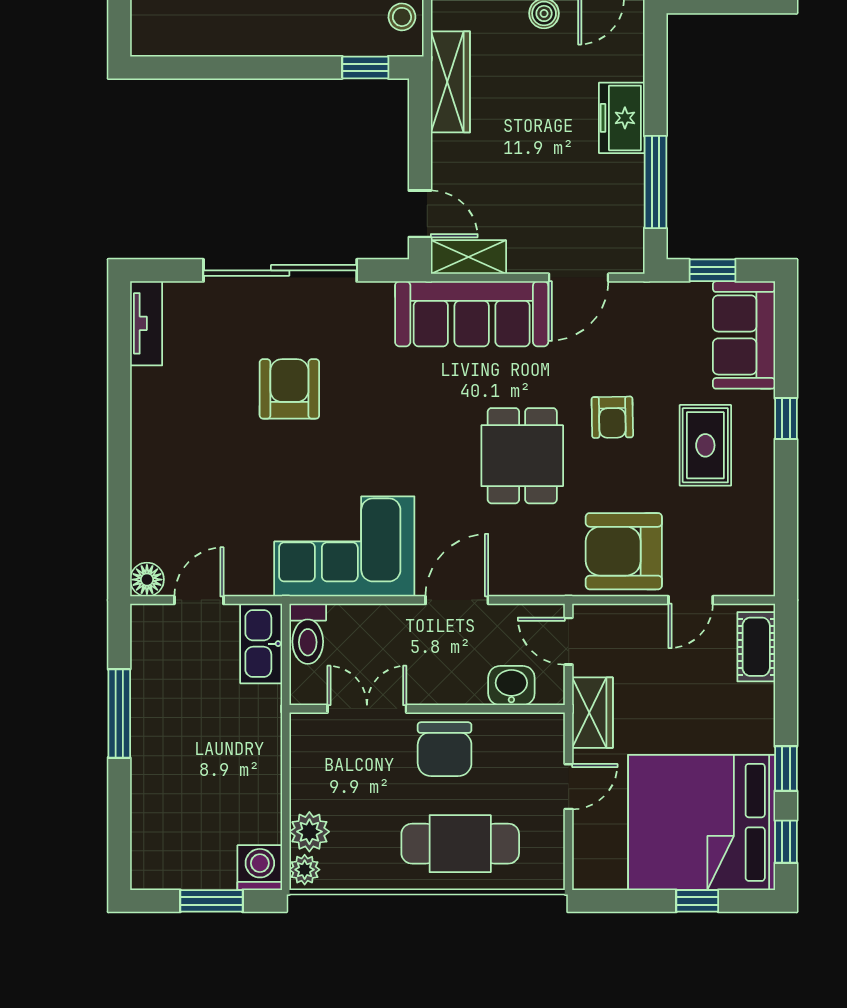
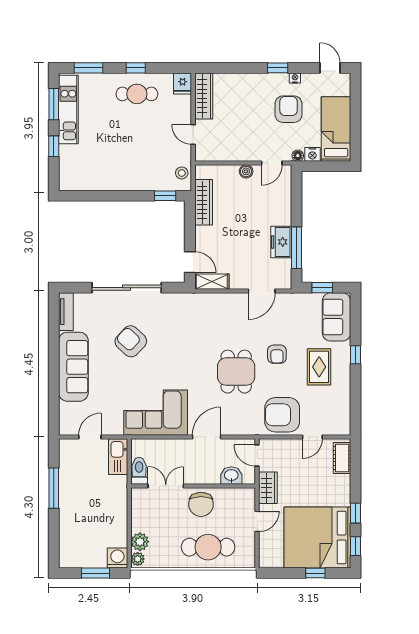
freezer: (622, 118) -> (281, 242), moved
sofa: (472, 314) -> (73, 367), moved, turned -90
armchair: (289, 389) -> (131, 341), turned -47
floor lamp: (147, 580) -> (66, 428), removed
toilet: (308, 634) -> (139, 471), moved, turned 180

